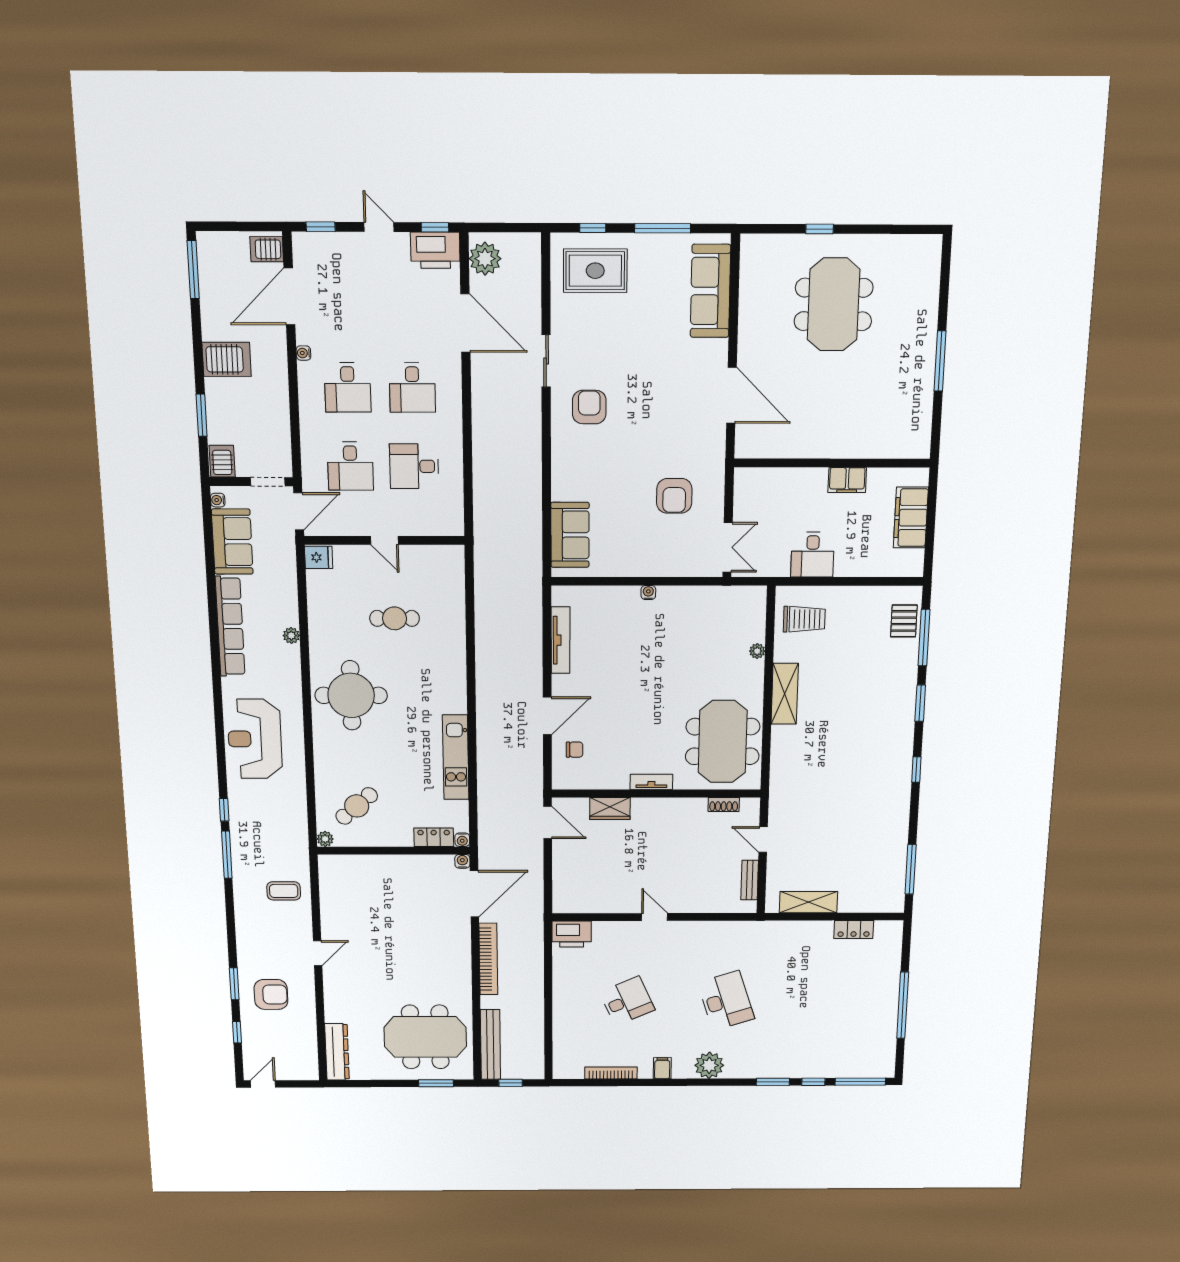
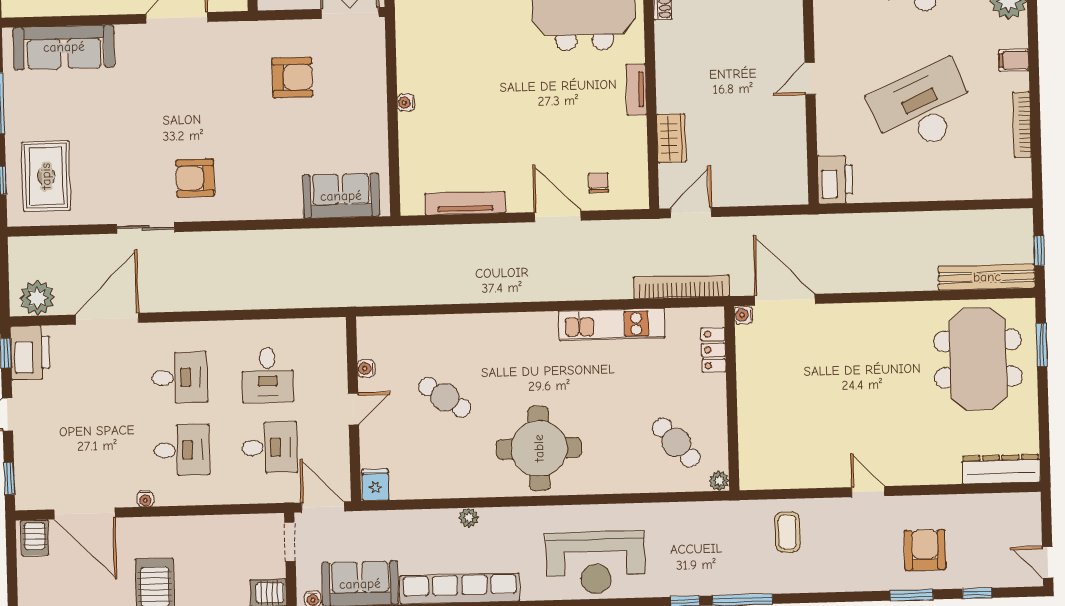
cafe table: (395, 618) -> (445, 397), turned -56
water cooler: (462, 840) -> (366, 369), moved, turned 180
bookcase: (488, 959) -> (681, 287), moved
desk: (627, 1001) -> (923, 108), width x1.87, depth x1.30

